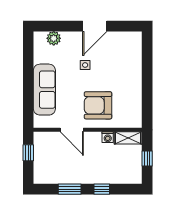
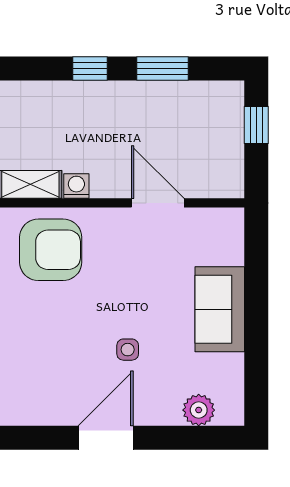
sofa: (44, 90) -> (220, 309), width x0.73
armchair: (98, 105) -> (51, 250), moved
window: (28, 153) -> (256, 125), moved

